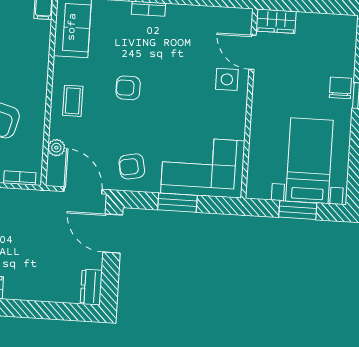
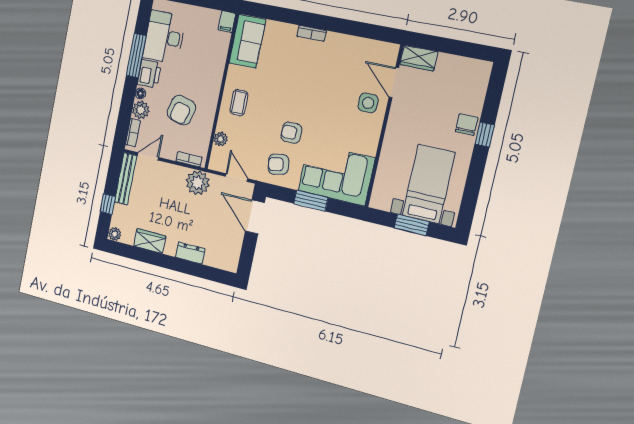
armchair: (128, 88) -> (291, 133), moved
door: (83, 190) -> (236, 178), width x0.73
plant: (35, 205) -> (198, 183), added
dresser: (91, 287) -> (190, 253), moved, turned 90

